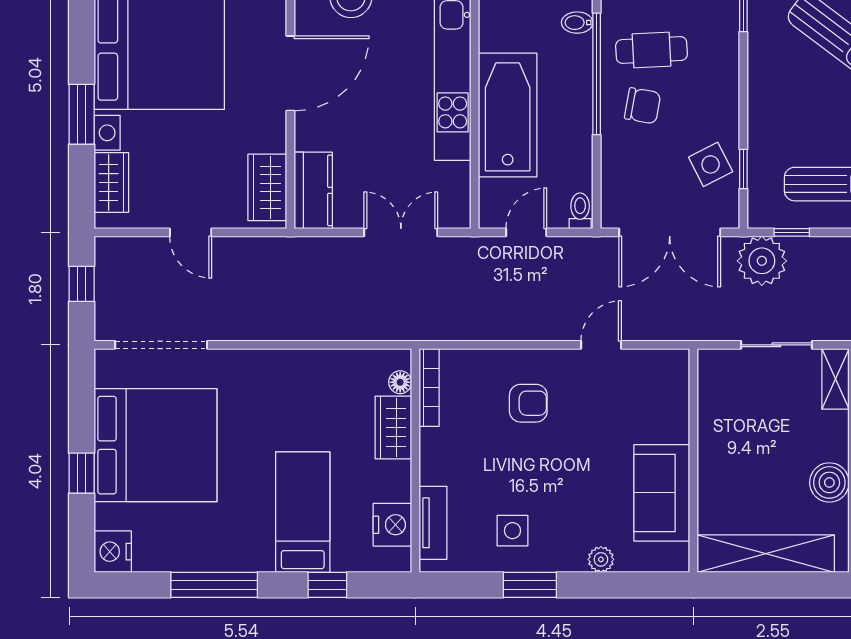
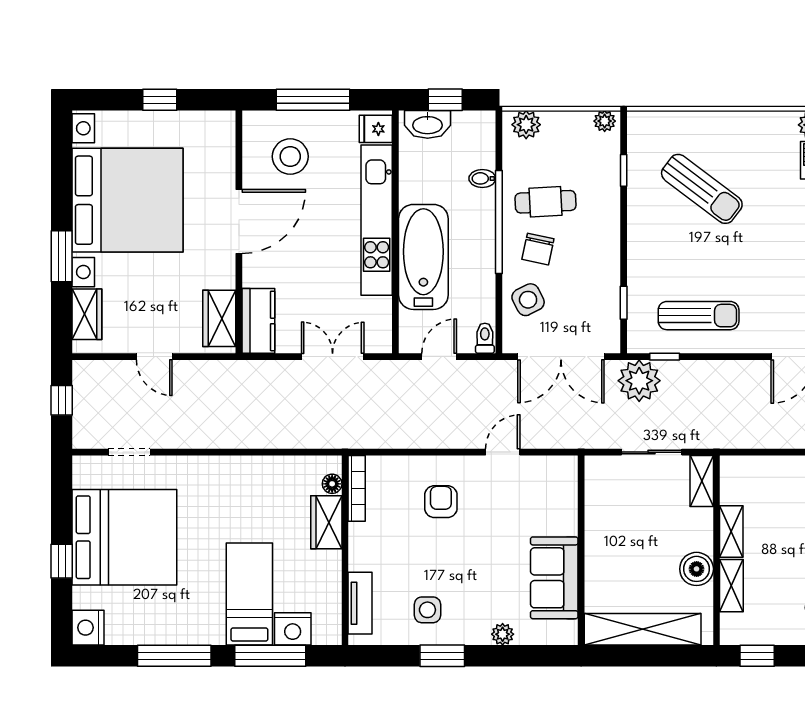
chair: (643, 106) -> (538, 249), turned 92
side table: (711, 164) -> (528, 300), moved
doorway: (161, 345) -> (129, 452), width x0.53
armchair: (528, 403) -> (441, 502), turned -90
nightstand: (392, 525) -> (293, 629), moved, turned 90
window: (327, 585) -> (270, 656), width x2.17

